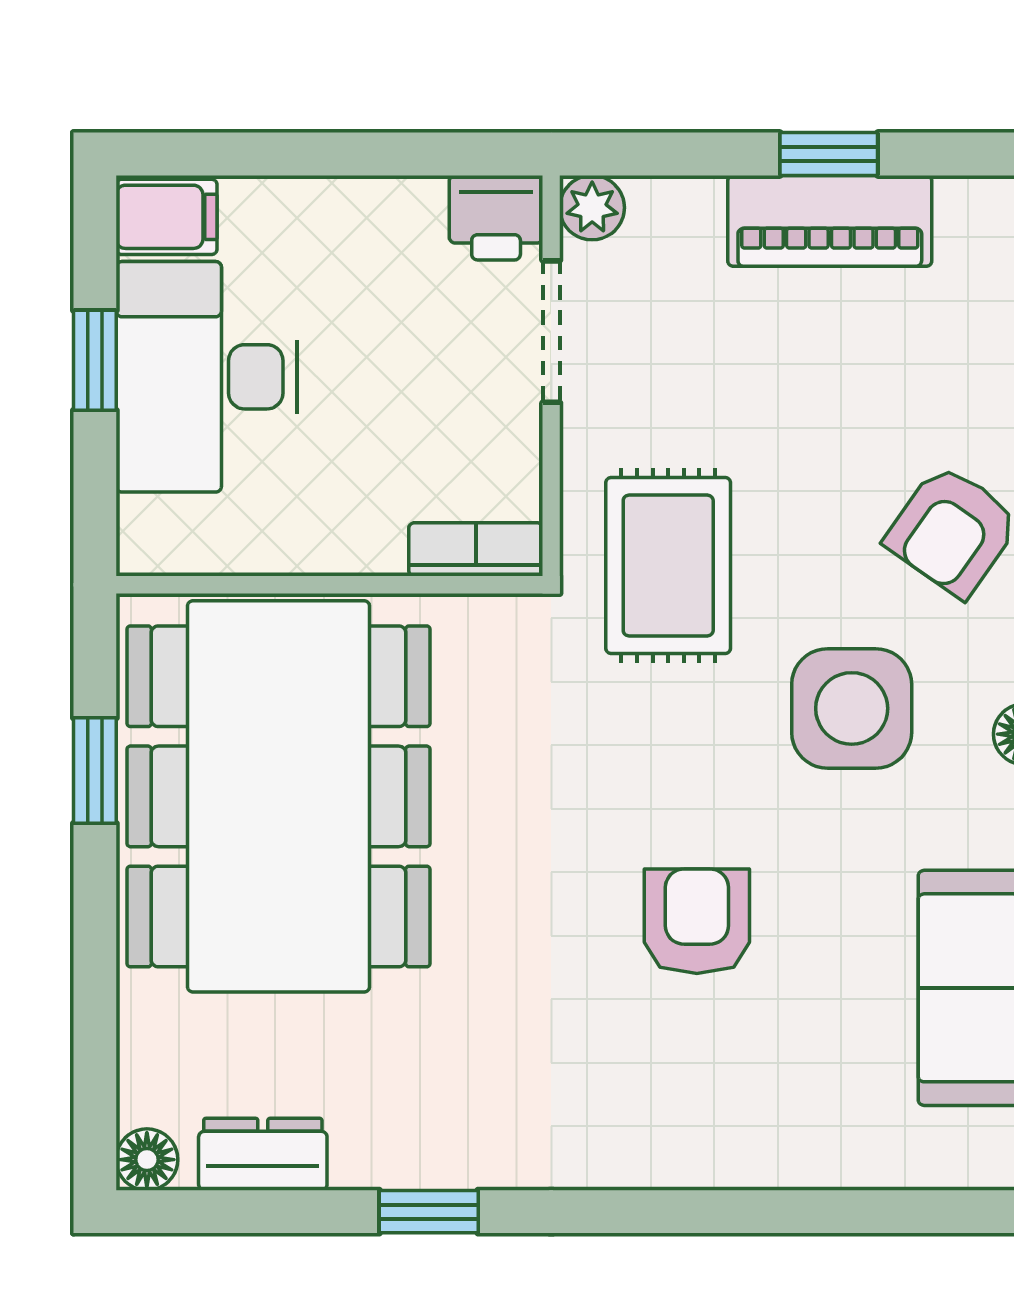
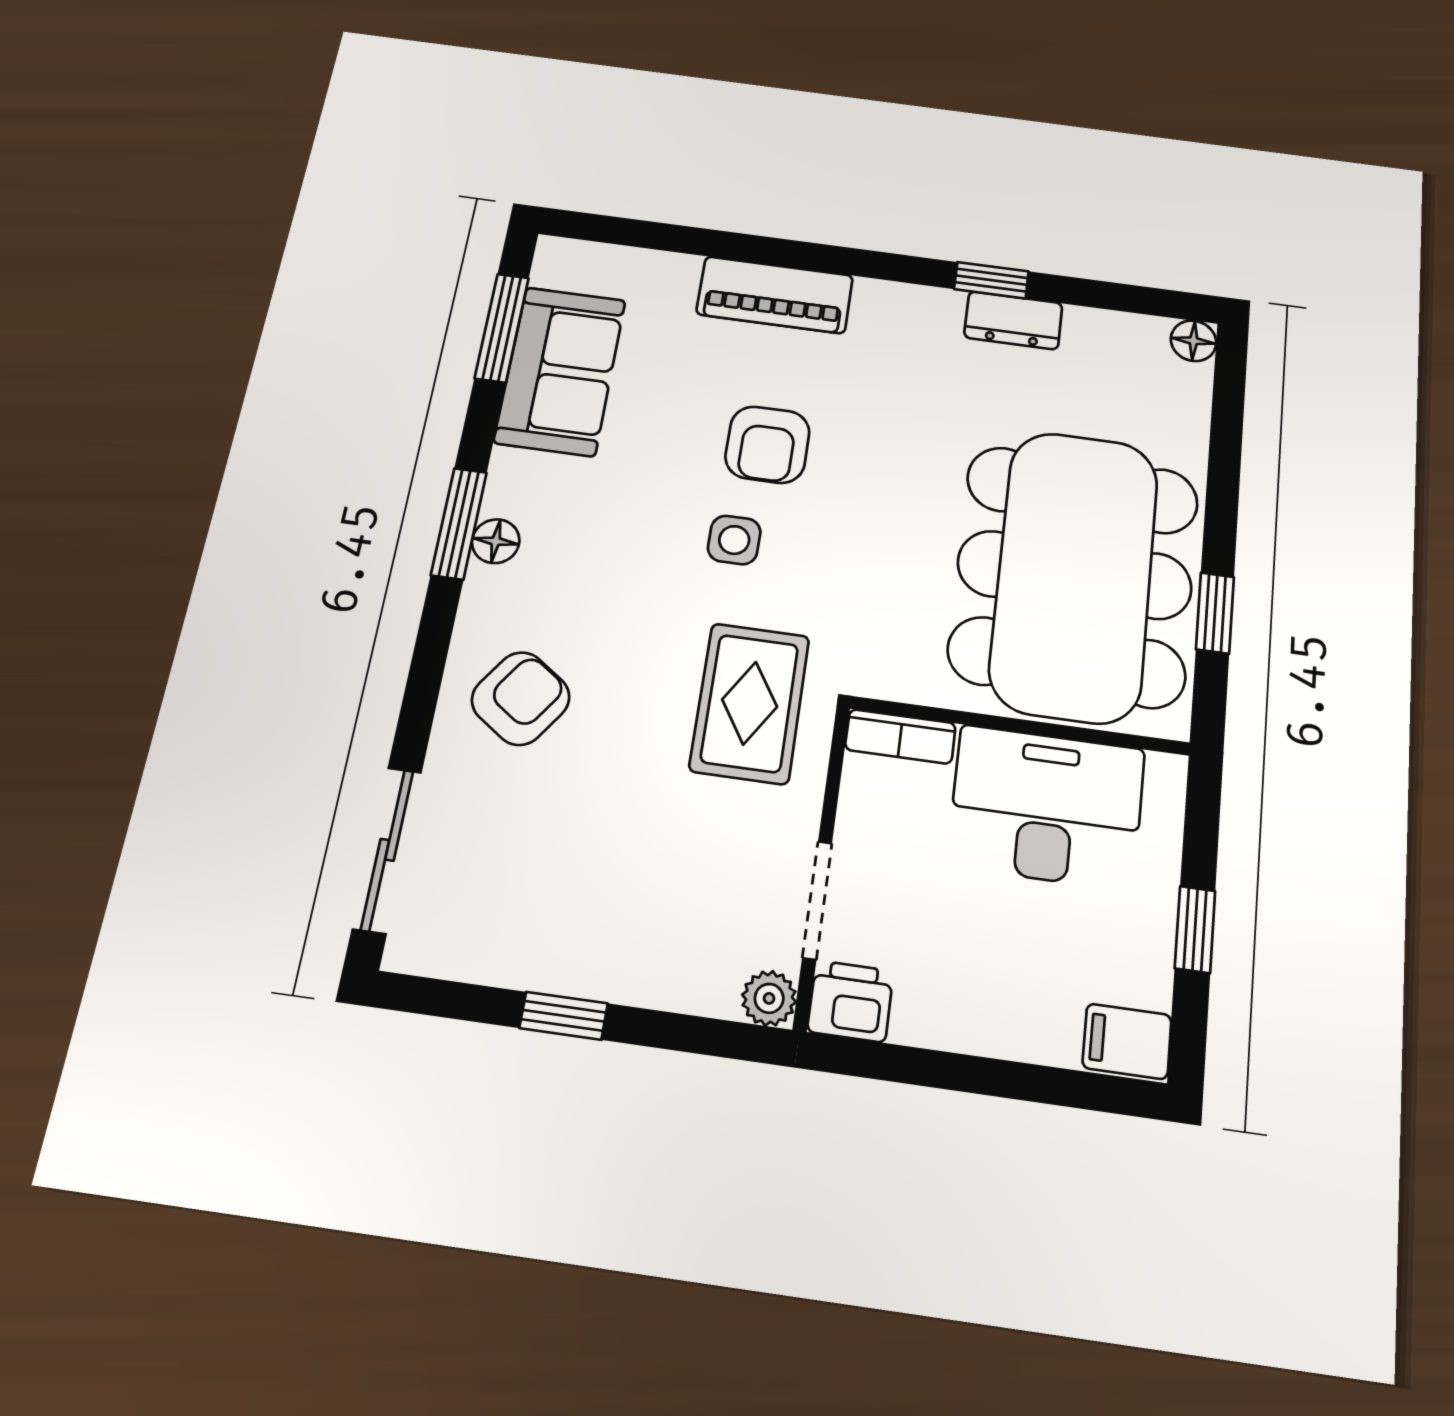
piano: (830, 221) -> (775, 295), moved, turned 180
desk: (207, 377) -> (1046, 807), moved, turned -90
side table: (852, 708) -> (734, 540), moved, width x0.54, depth x0.54
dresser: (263, 1154) -> (1013, 320), moved

